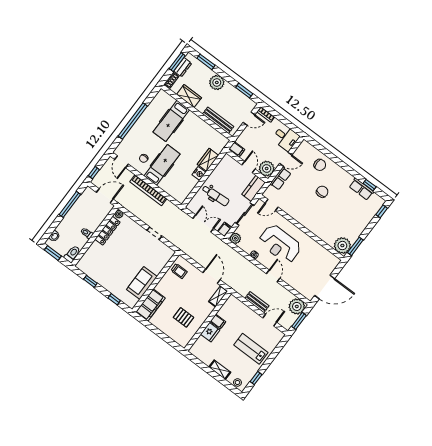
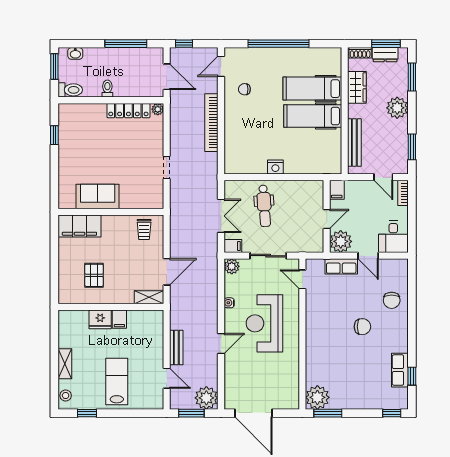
wardrobe: (208, 160) -> (299, 166), removed
hospital bed: (162, 165) -> (313, 116), moved, turned 180
kitchen counter: (254, 188) -> (306, 244), removed
window: (114, 299) -> (54, 179), removed

